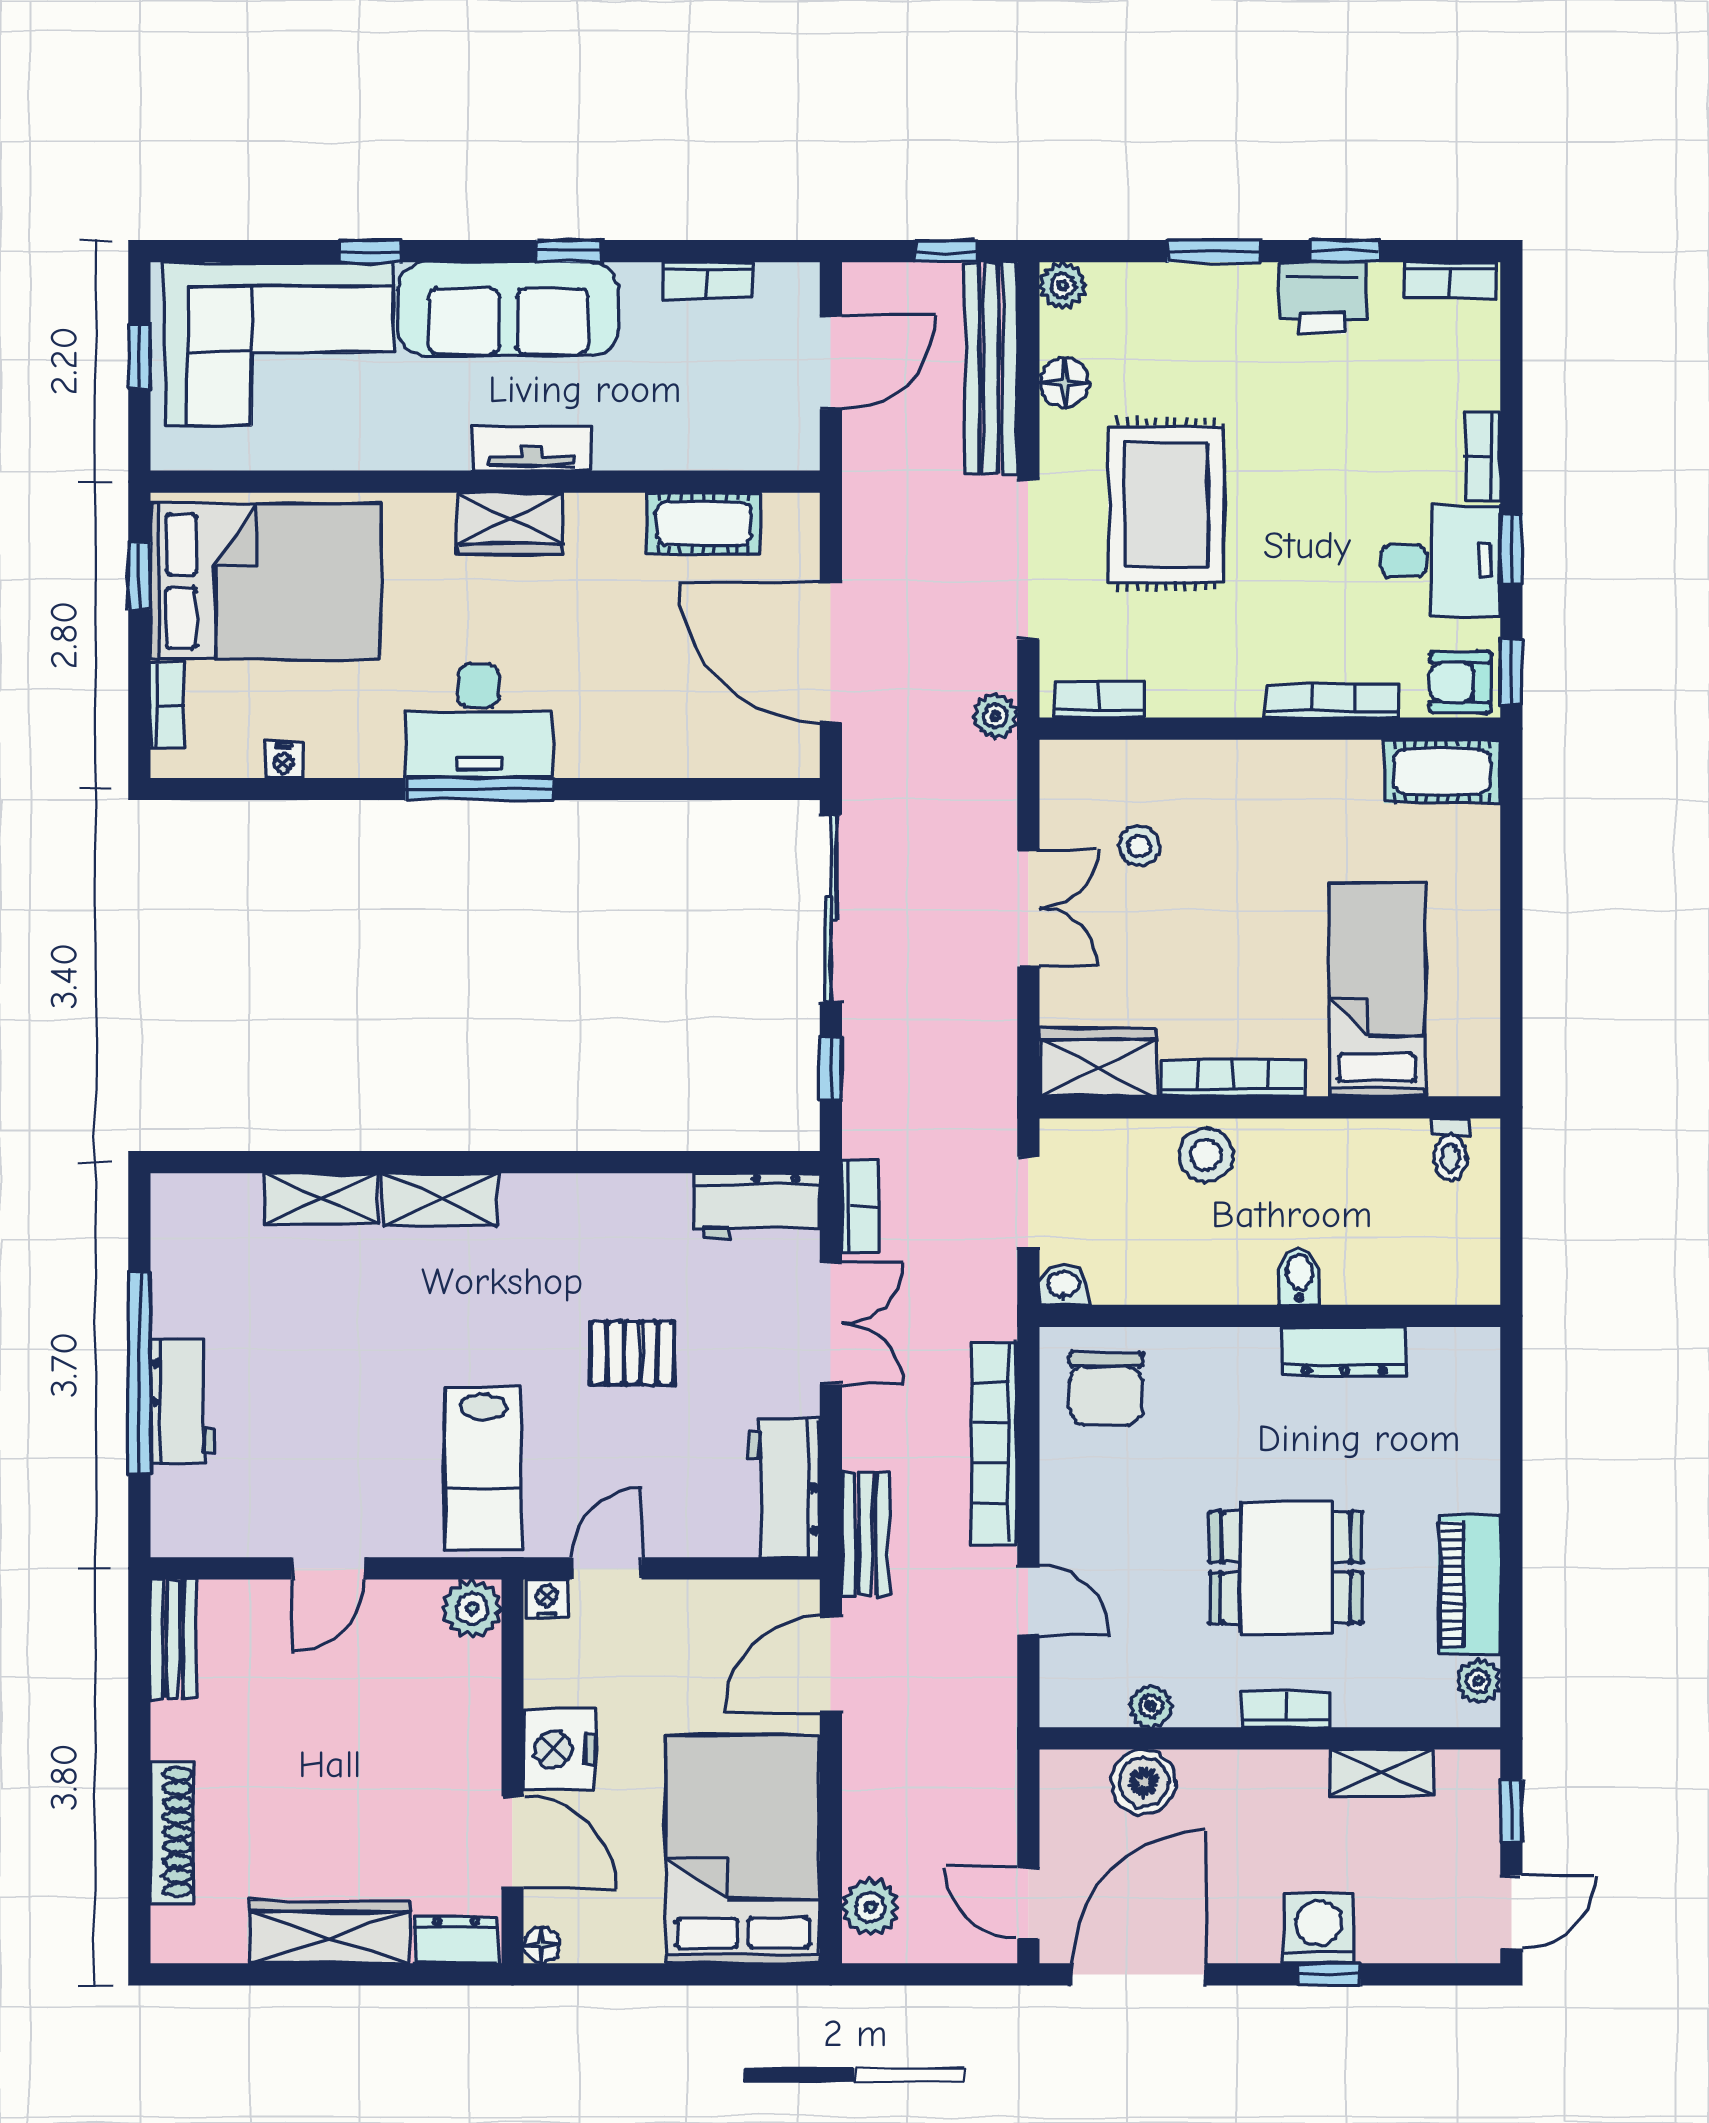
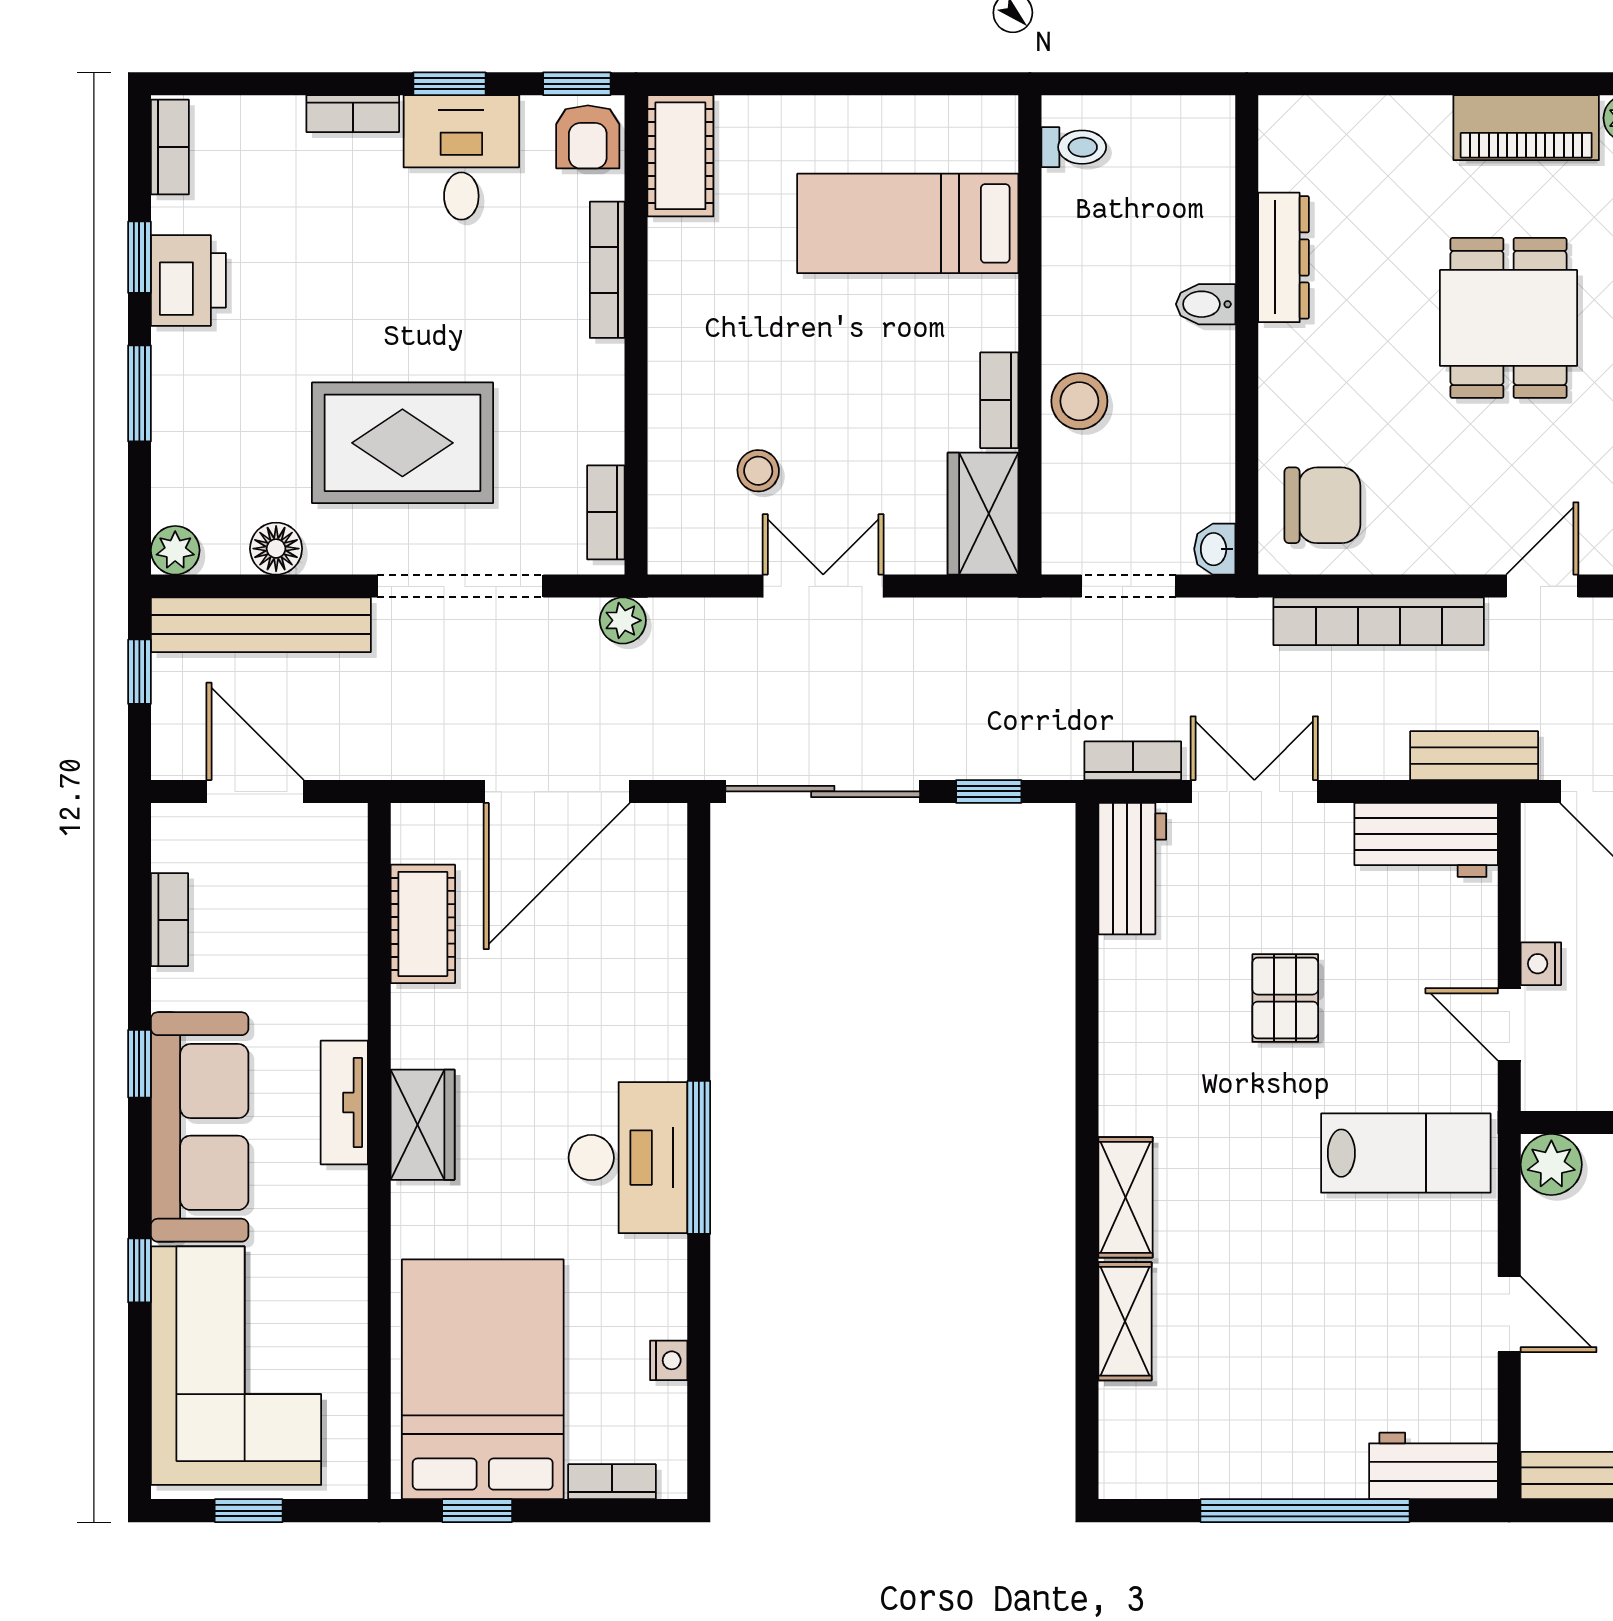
bookcase: (1233, 1078) -> (999, 400), width x0.64
workbench: (182, 1401) -> (1433, 1466), moved
nightstand: (547, 1599) -> (1541, 964), moved

